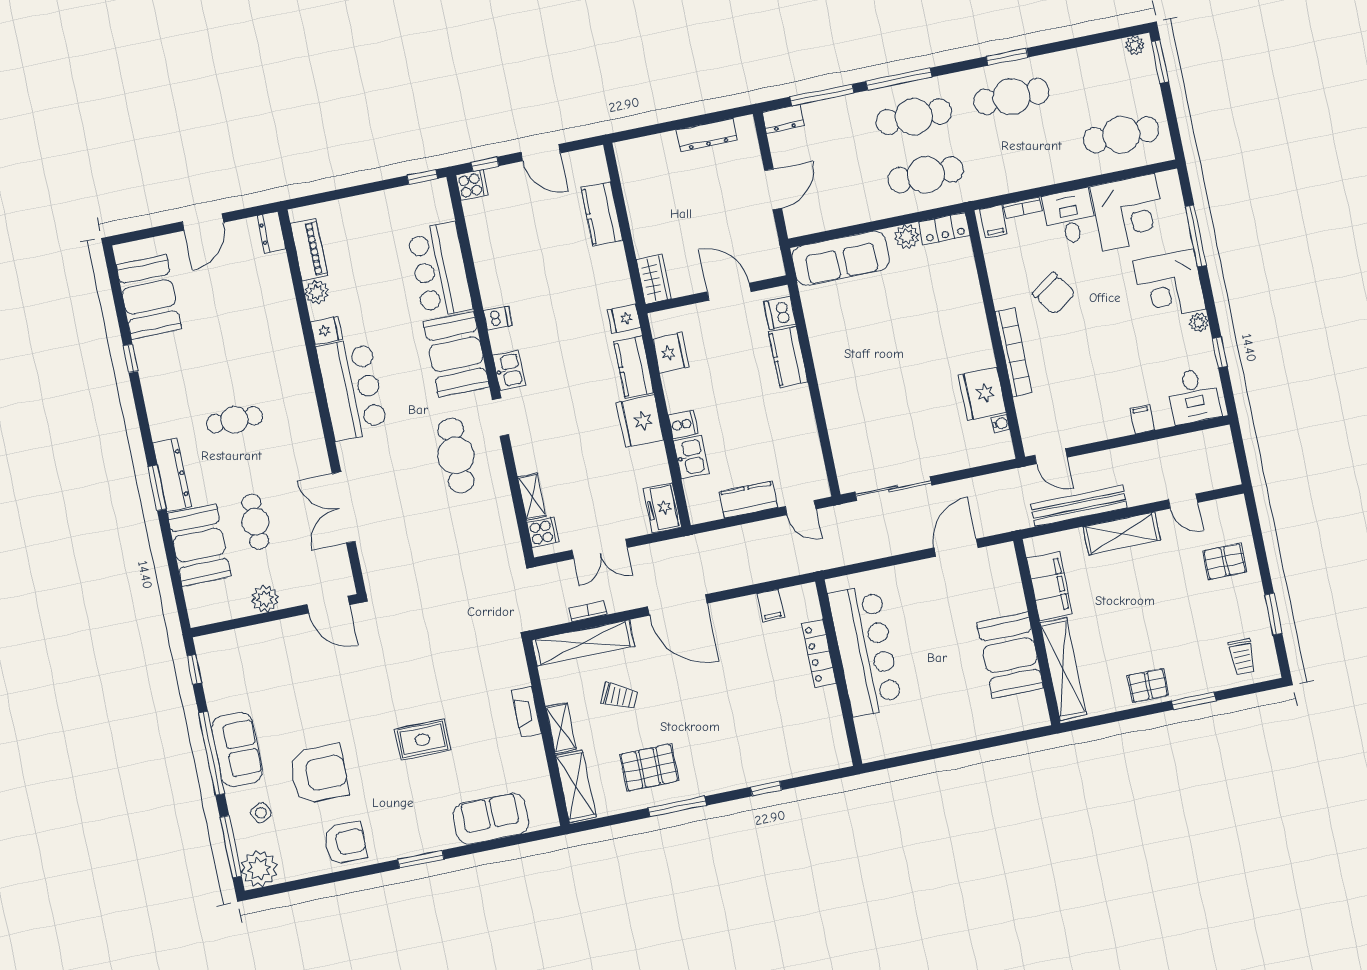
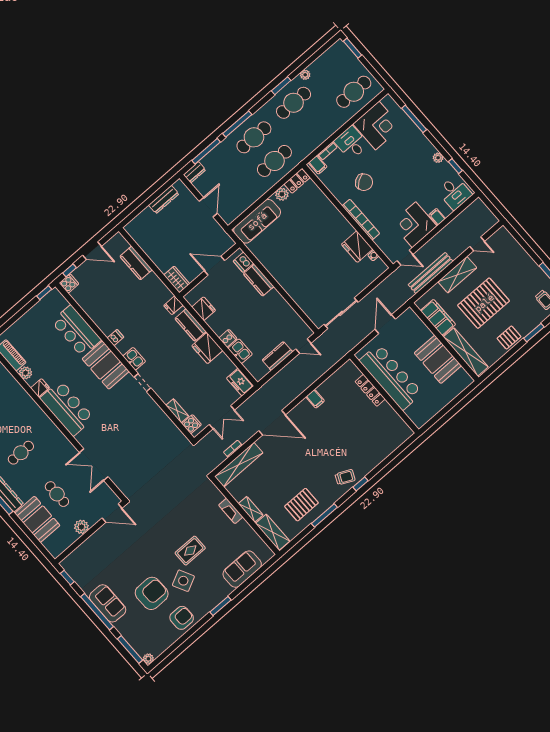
plant: (1135, 45) -> (305, 75), moved
corner desk: (1169, 285) -> (414, 225), moved, turned 90
cafe table: (456, 455) -> (132, 412), removed
pallet: (1225, 561) -> (484, 303), moved, width x2.05, depth x2.00
bar counter: (865, 650) -> (391, 377), moved
locker: (819, 653) -> (370, 390), moved
wall: (839, 673) -> (384, 394), moved
trolley: (620, 696) -> (345, 477), moved
side table: (261, 813) -> (183, 581), moved, width x1.87, depth x1.87
plant: (259, 869) -> (148, 659), width x0.53, depth x0.53

